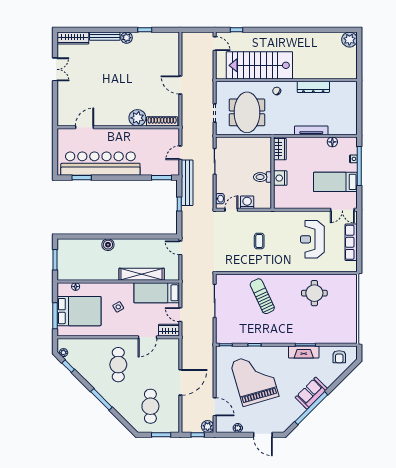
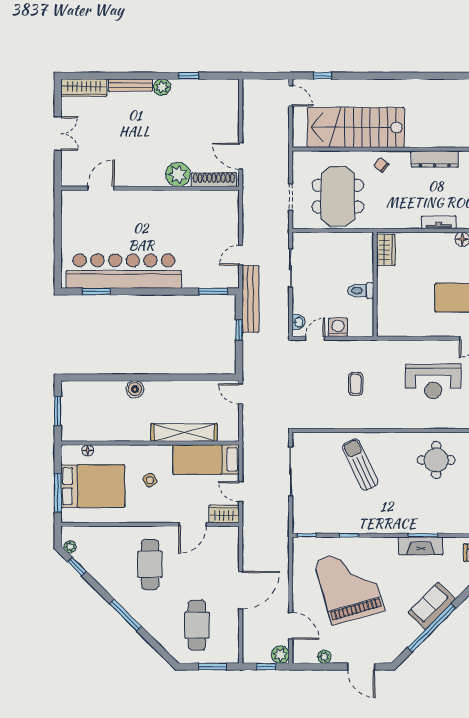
plant: (137, 118) -> (178, 174), moved
shoe rack: (162, 121) -> (214, 180), moved
door: (85, 127) -> (101, 188), moved
wall: (118, 127) -> (150, 188), moved
tv unit: (311, 130) -> (439, 222), width x0.71
nightstand: (280, 178) -> (386, 292), removed
reception desk: (312, 239) -> (433, 381), turned -90

